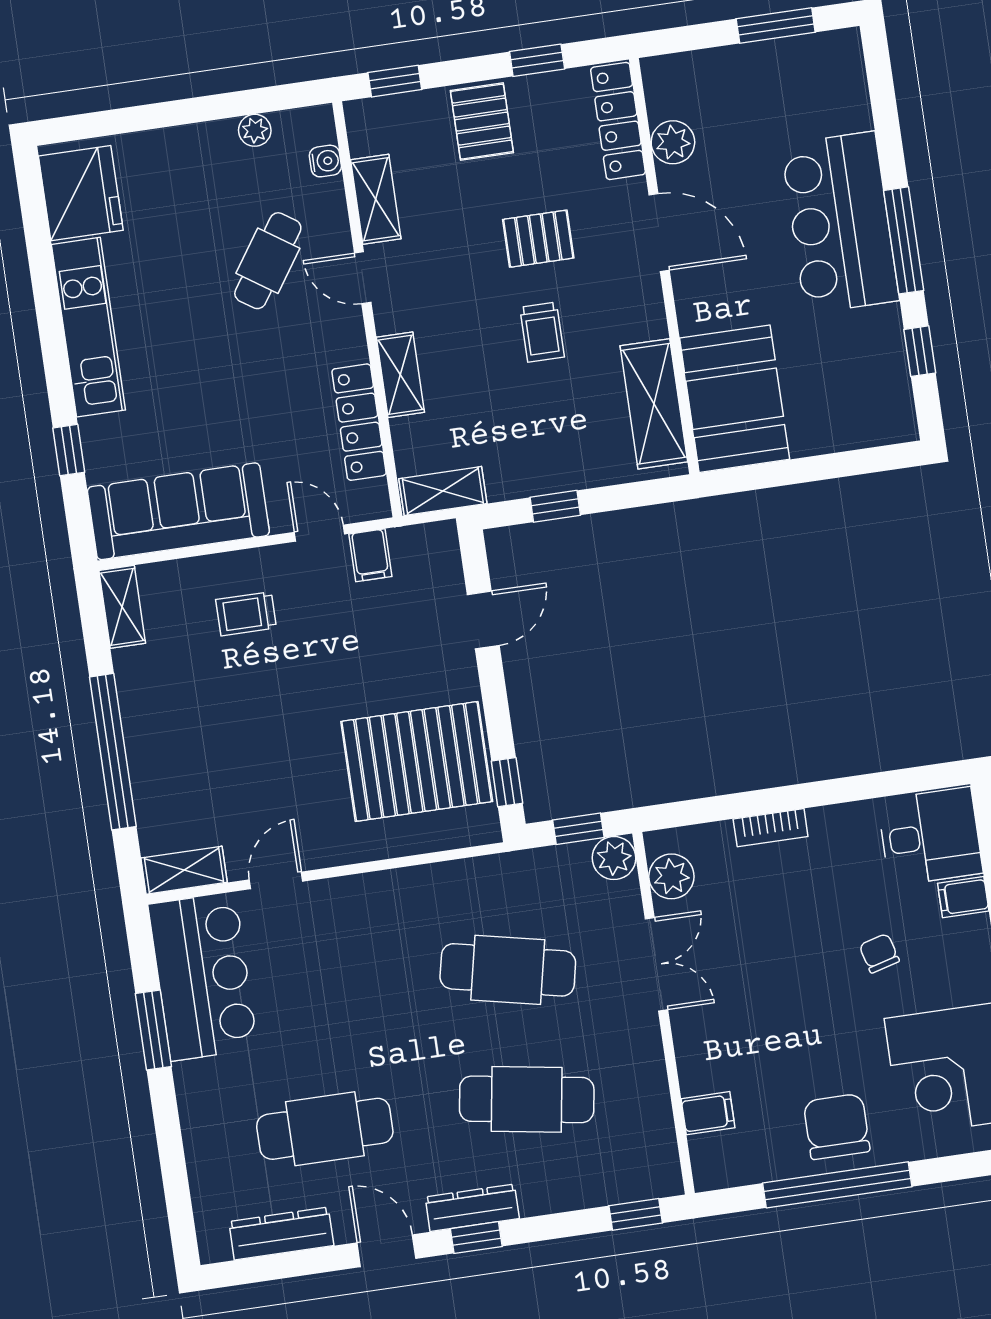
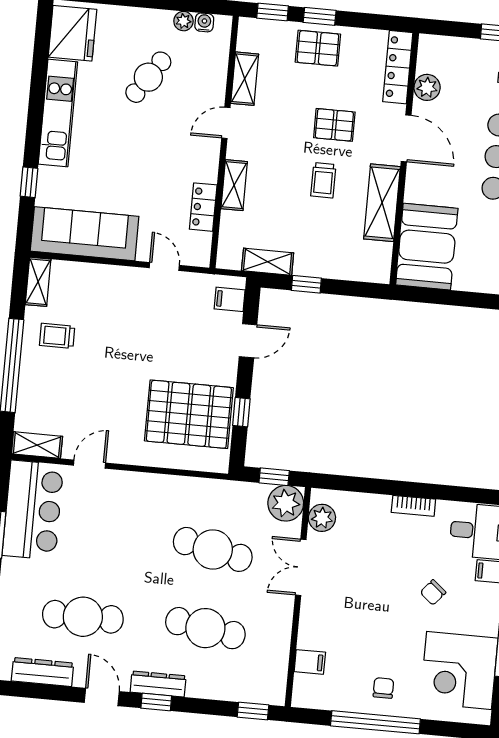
window: (537, 60) -> (320, 16), moved
pallet: (482, 122) -> (318, 48), turned 90
water cooler: (325, 161) -> (204, 22), moved, turned -90
cafe table: (268, 261) -> (148, 77), moved
door: (363, 278) -> (226, 123), hinge flipped
shelving: (654, 404) -> (382, 203), moved
locker: (359, 422) -> (203, 207), width x0.66
shelving: (443, 491) -> (268, 262), moved
filing cabinet: (370, 555) -> (230, 299), moved, turned 90
trolley: (246, 614) -> (57, 336), moved
window: (507, 782) -> (241, 412), moved
bookcase: (771, 828) -> (413, 506), moved
plant: (614, 858) -> (286, 503), width x1.36, depth x1.36
chair: (879, 953) -> (433, 592), turned -125
double door: (656, 964) -> (301, 567), swing flipped
chair: (837, 1126) -> (383, 688), width x0.54, depth x0.54

